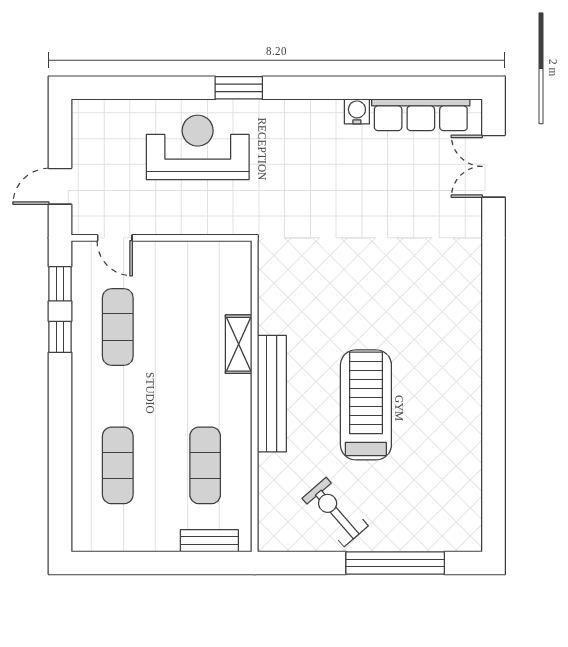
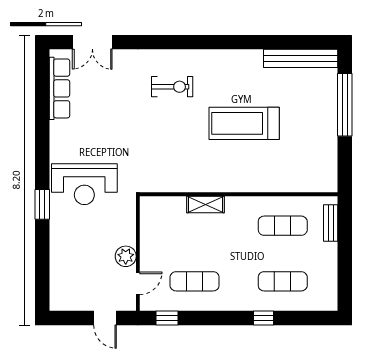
water cooler: (357, 111) -> (57, 129), removed
reception desk: (198, 147) -> (84, 184), moved, turned -90
plant: (157, 219) -> (126, 256), added
window: (60, 337) -> (264, 318), moved
bench: (272, 394) -> (301, 58), moved
exercise bike: (335, 512) -> (172, 87), moved, turned -139

